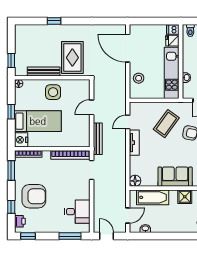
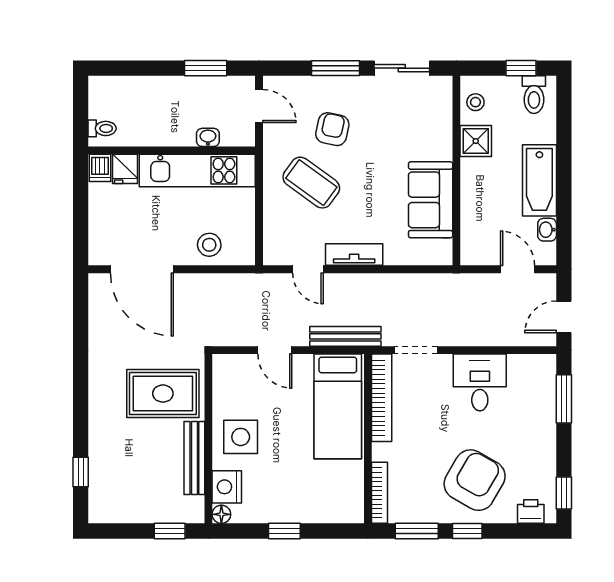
window: (54, 21) -> (81, 472), moved
door: (128, 48) -> (142, 269), hinge flipped
bed: (38, 121) -> (338, 406), moved, turned 180
nightstand: (21, 140) -> (227, 487), moved, turned 90
sofa: (175, 177) -> (431, 200), moved
floor lamp: (135, 181) -> (440, 253), removed
armchair: (34, 196) -> (475, 480), turned 30
bathtub: (153, 197) -> (539, 180), moved, turned 180
window: (11, 207) -> (467, 531), moved
desk: (77, 212) -> (480, 382), moved

